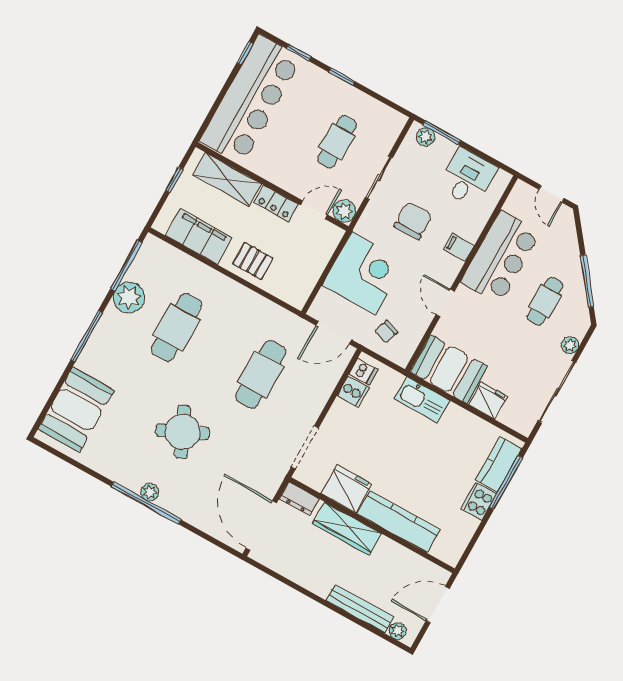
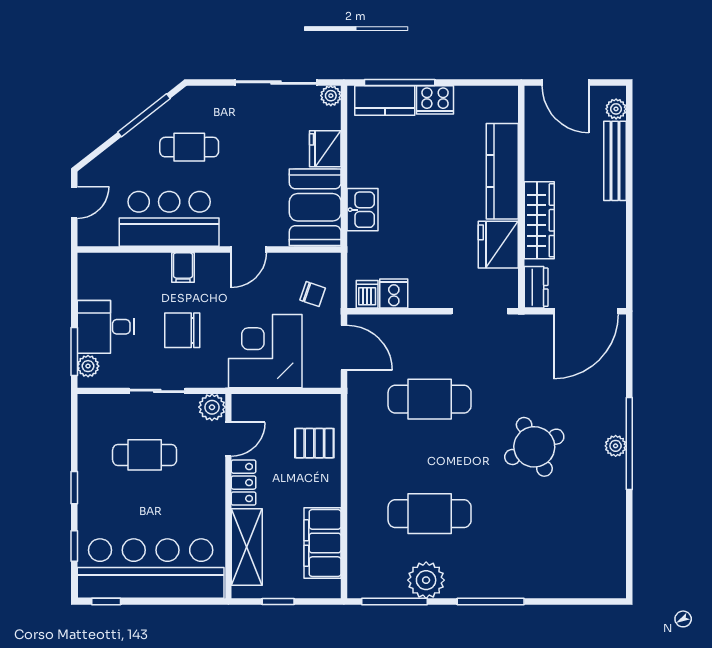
desk: (467, 177) -> (106, 327), moved
door: (314, 210) -> (228, 439), swing flipped
pallet: (253, 261) -> (314, 443), moved, turned 90
plant: (570, 345) -> (331, 96), moved
kitchen sink: (422, 400) -> (362, 210), width x0.73
booth: (76, 410) -> (573, 570), removed

